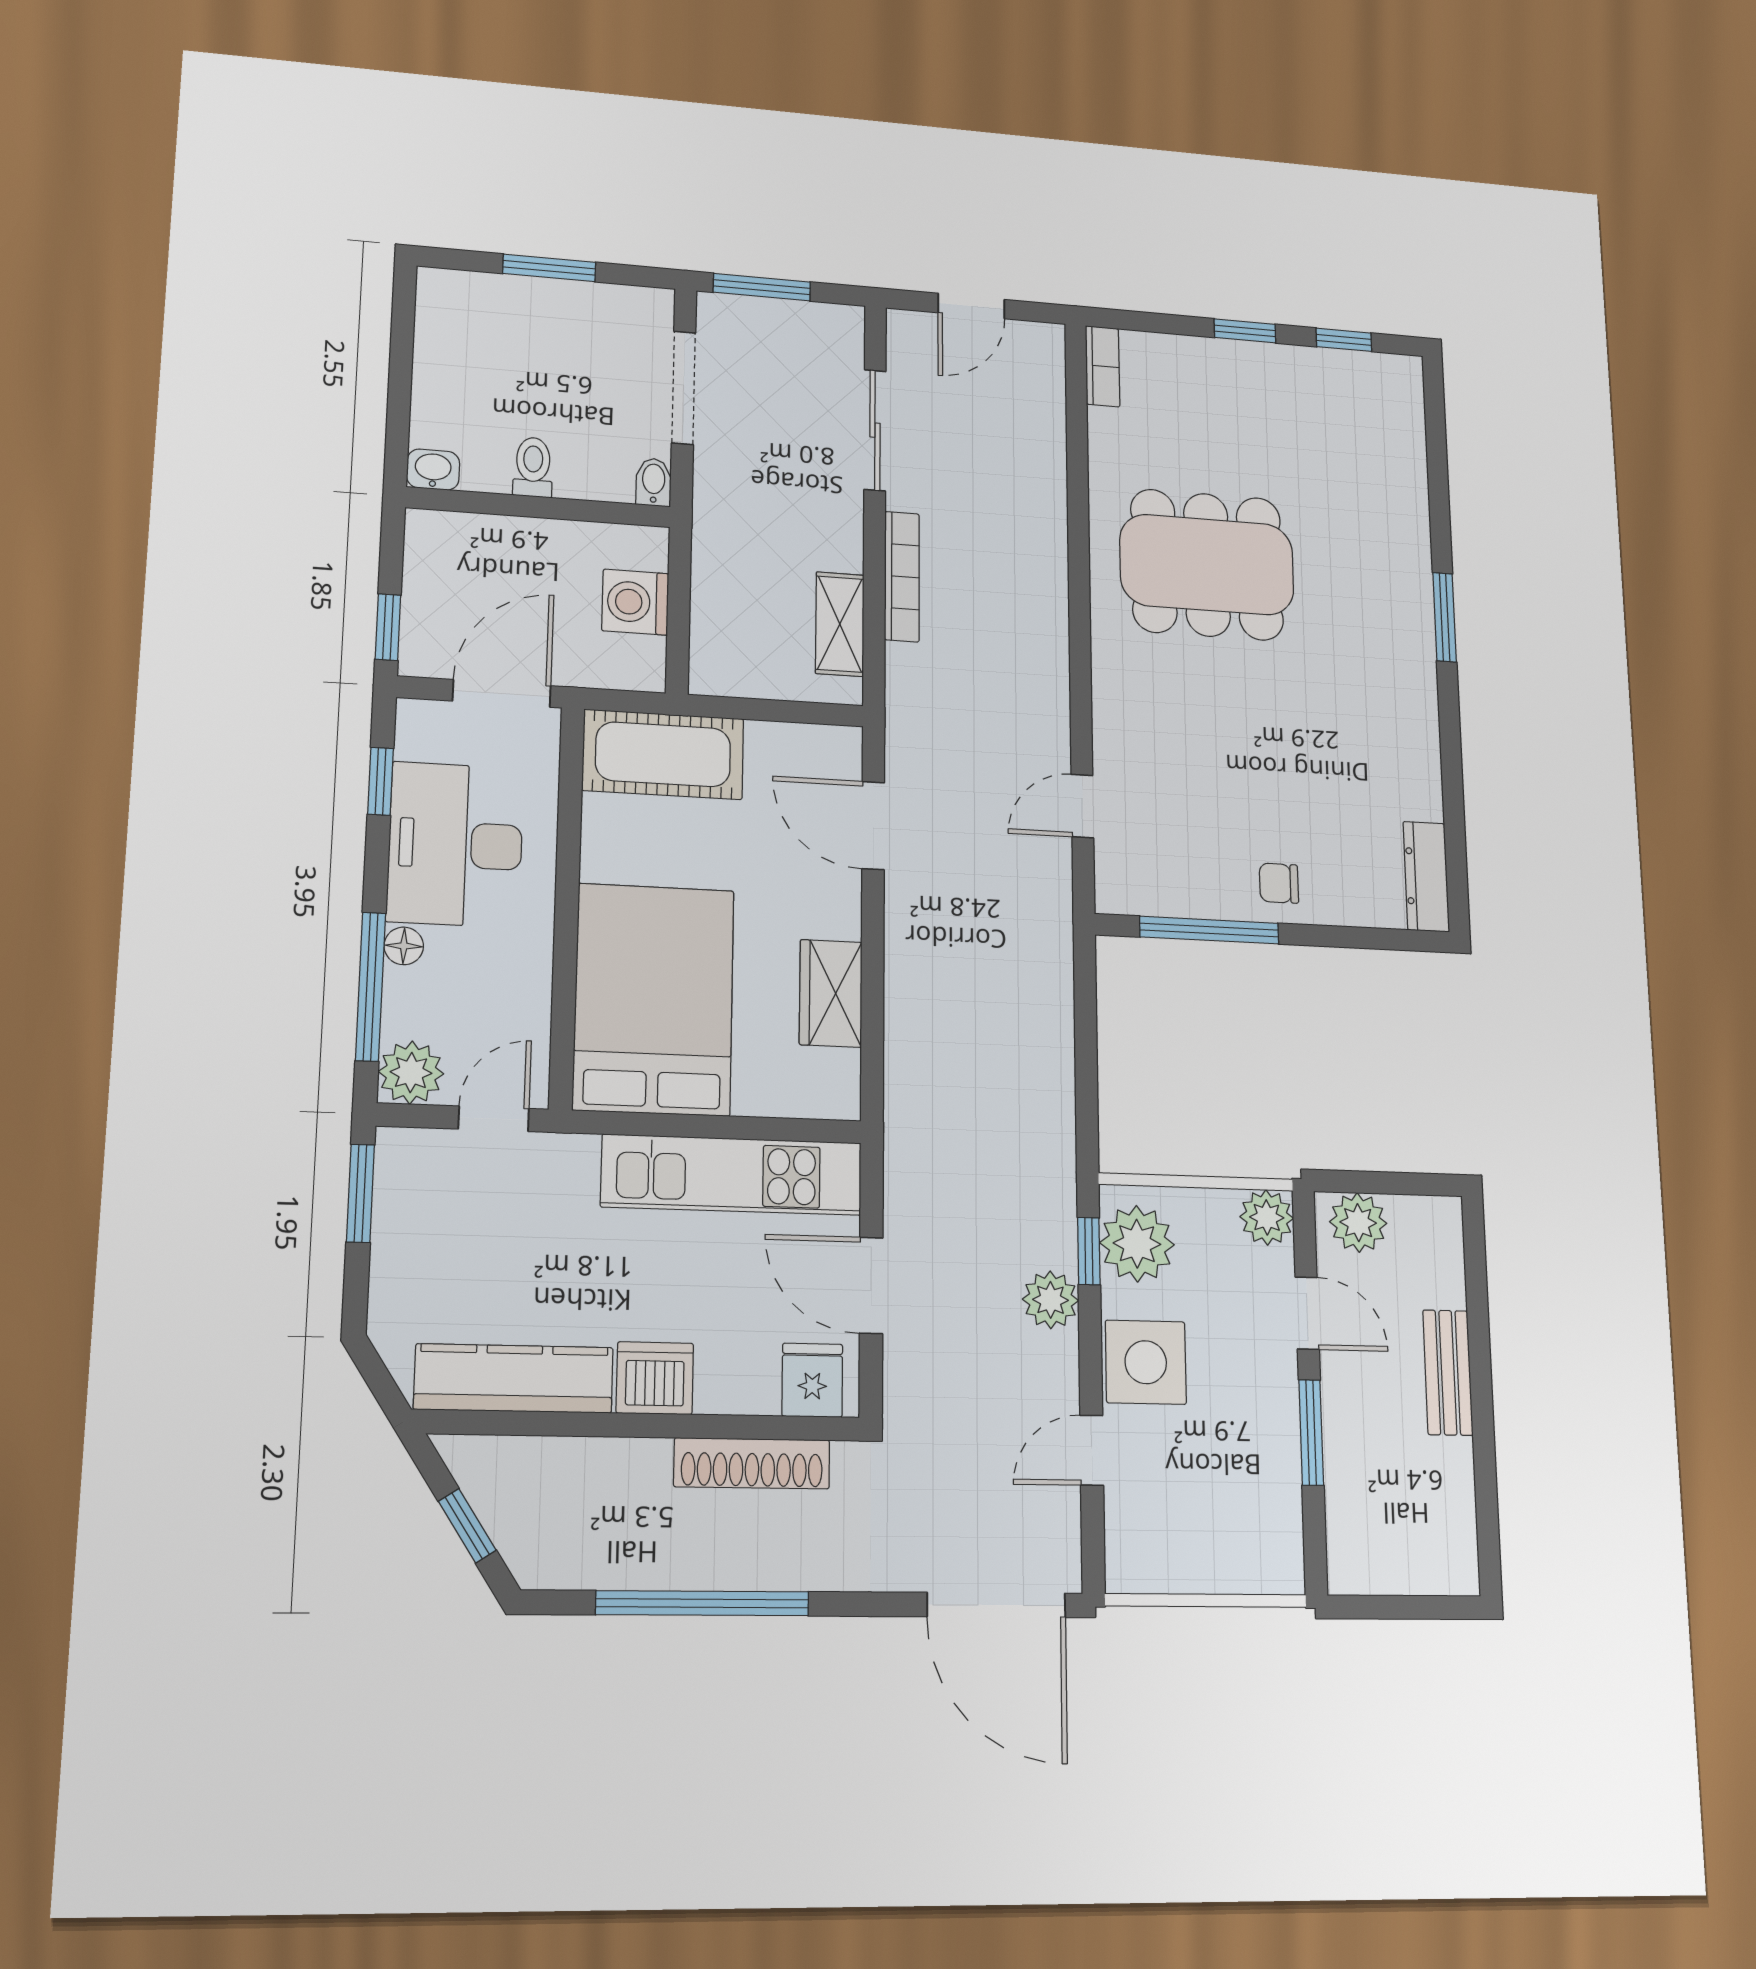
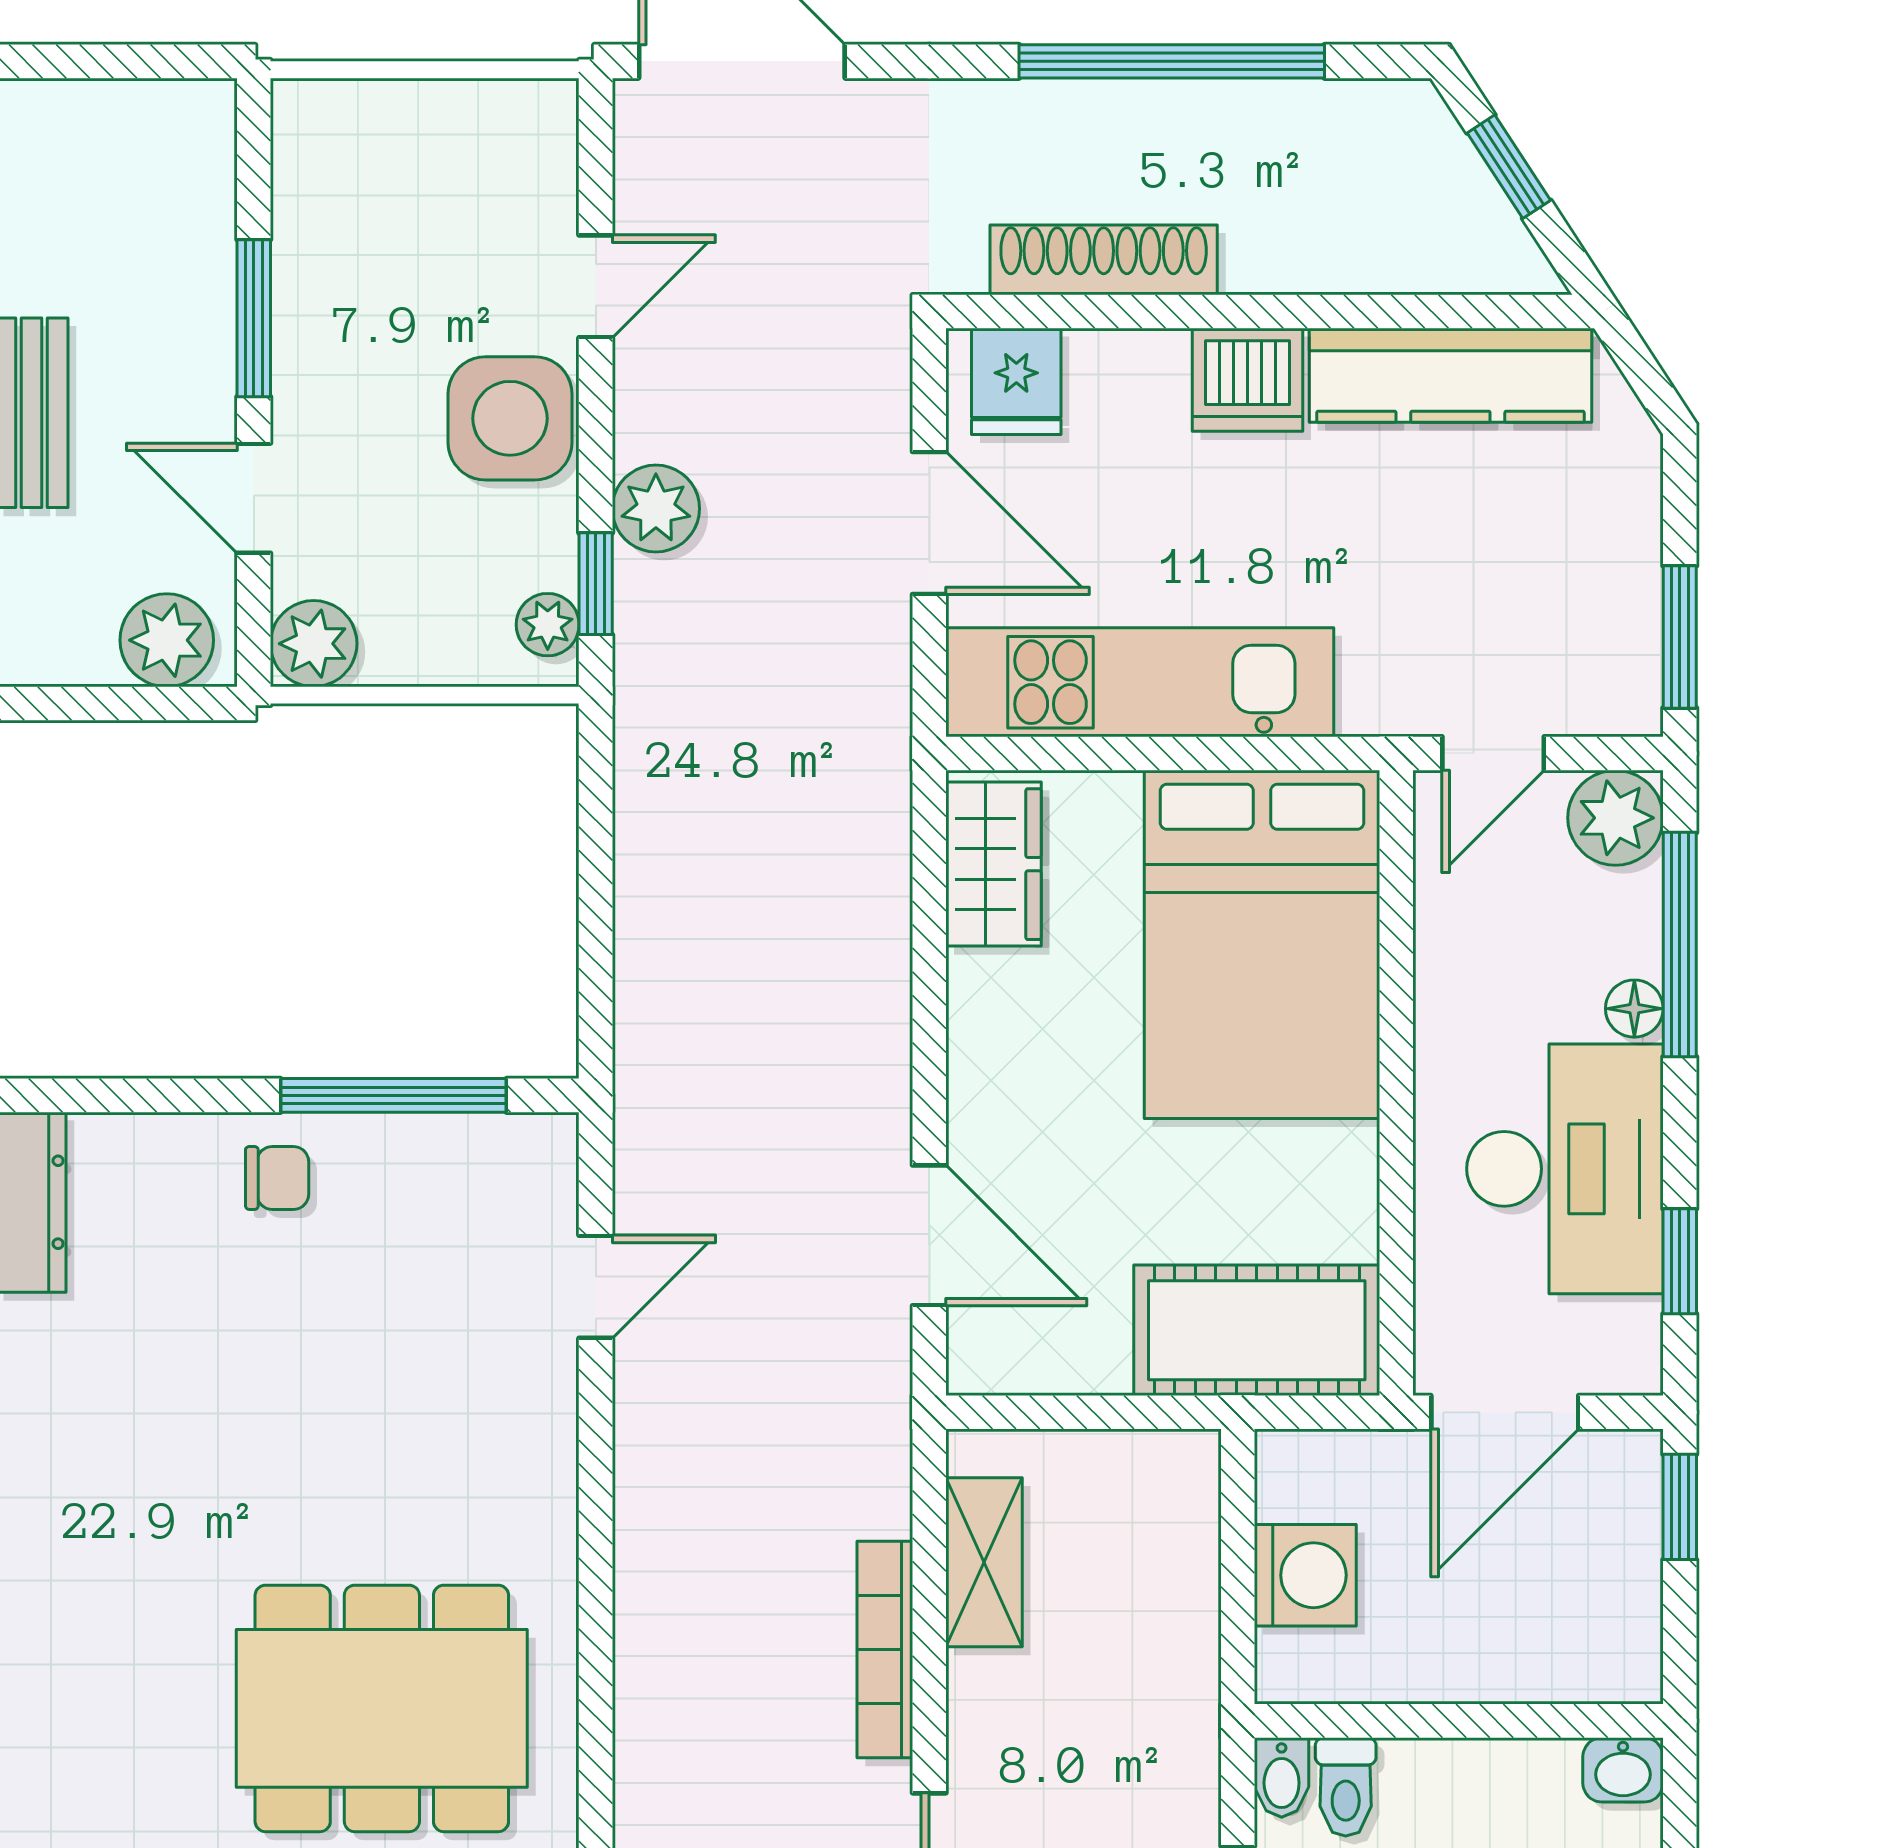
toilet: (533, 467) -> (1346, 1787), moved
wardrobe: (831, 993) -> (994, 864), moved
plant: (1137, 1244) -> (548, 625), width x0.53, depth x0.53

